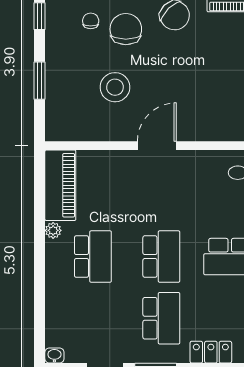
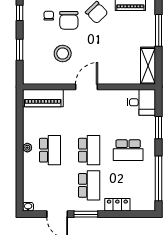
chair: (126, 29) -> (69, 20), turned 180
piano: (60, 185) -> (43, 98), moved, turned 90
plant: (53, 230) -> (27, 148), moved

